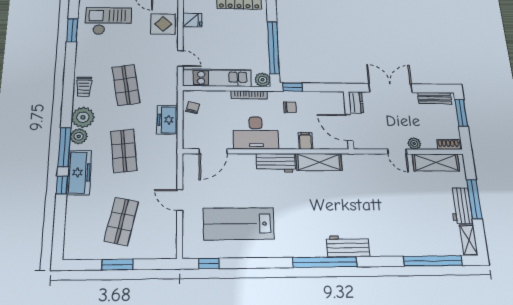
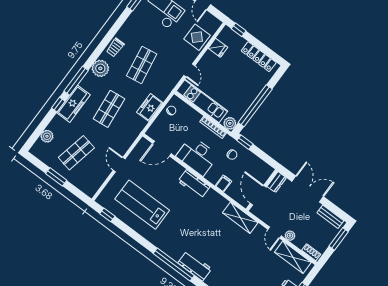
plant: (79, 136) -> (47, 136), moved
shelving: (319, 162) -> (240, 218), moved

